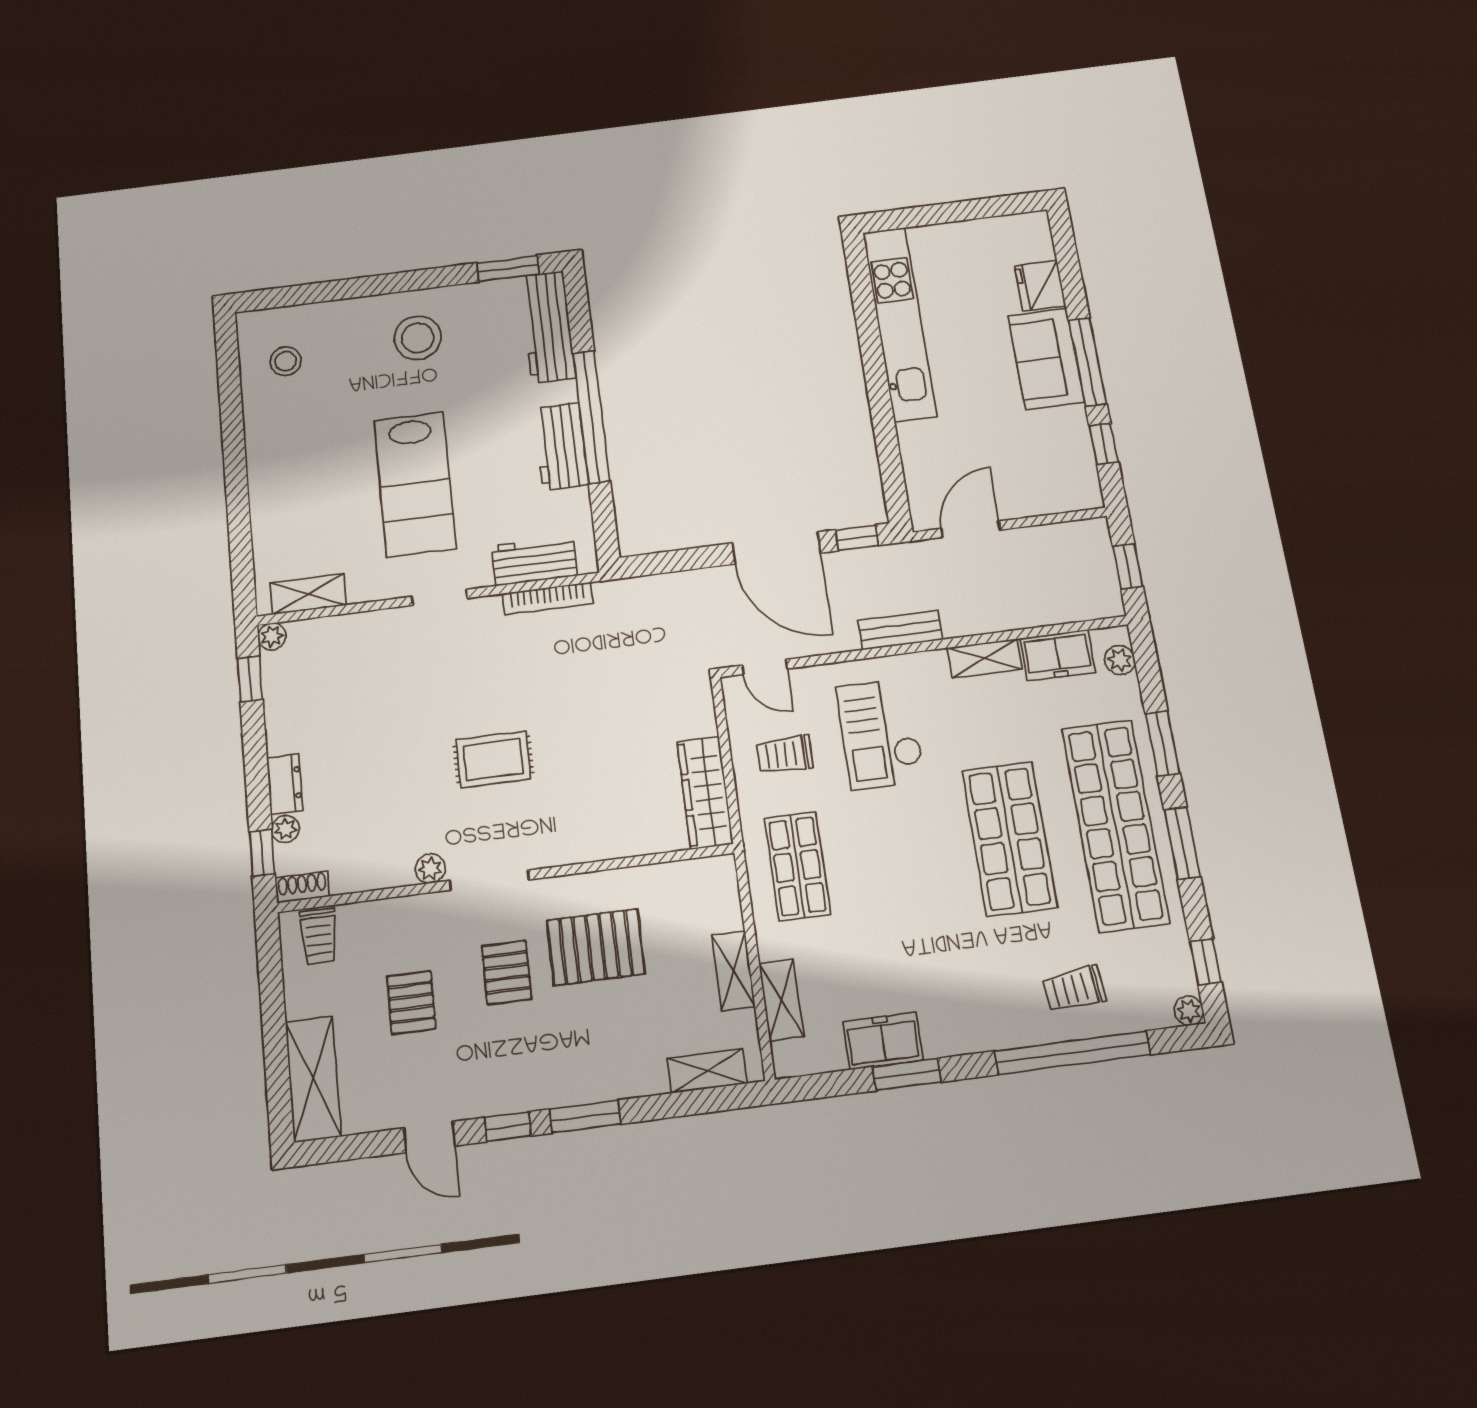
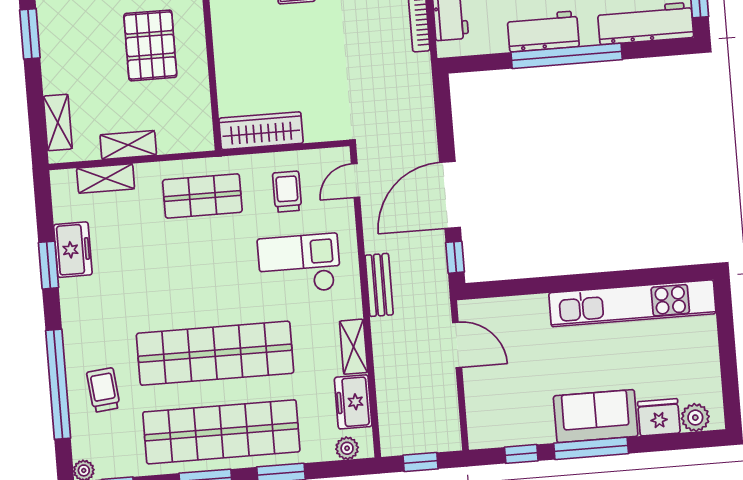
plant: (1036, 244) -> (695, 418), added
shop shelf: (1009, 839) -> (215, 353), width x1.40

